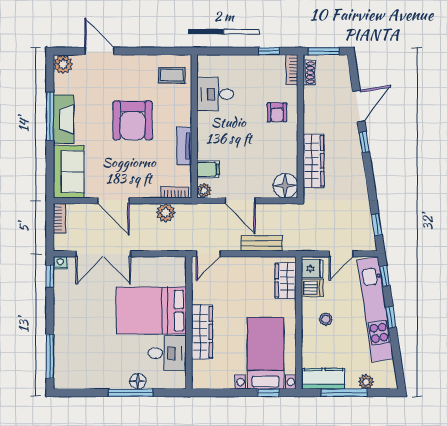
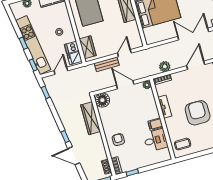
door: (359, 106) -> (74, 156), hinge flipped
filing cabinet: (208, 169) -> (155, 124), moved
door: (114, 201) -> (196, 65), hinge flipped
door: (208, 254) -> (124, 53), moved

